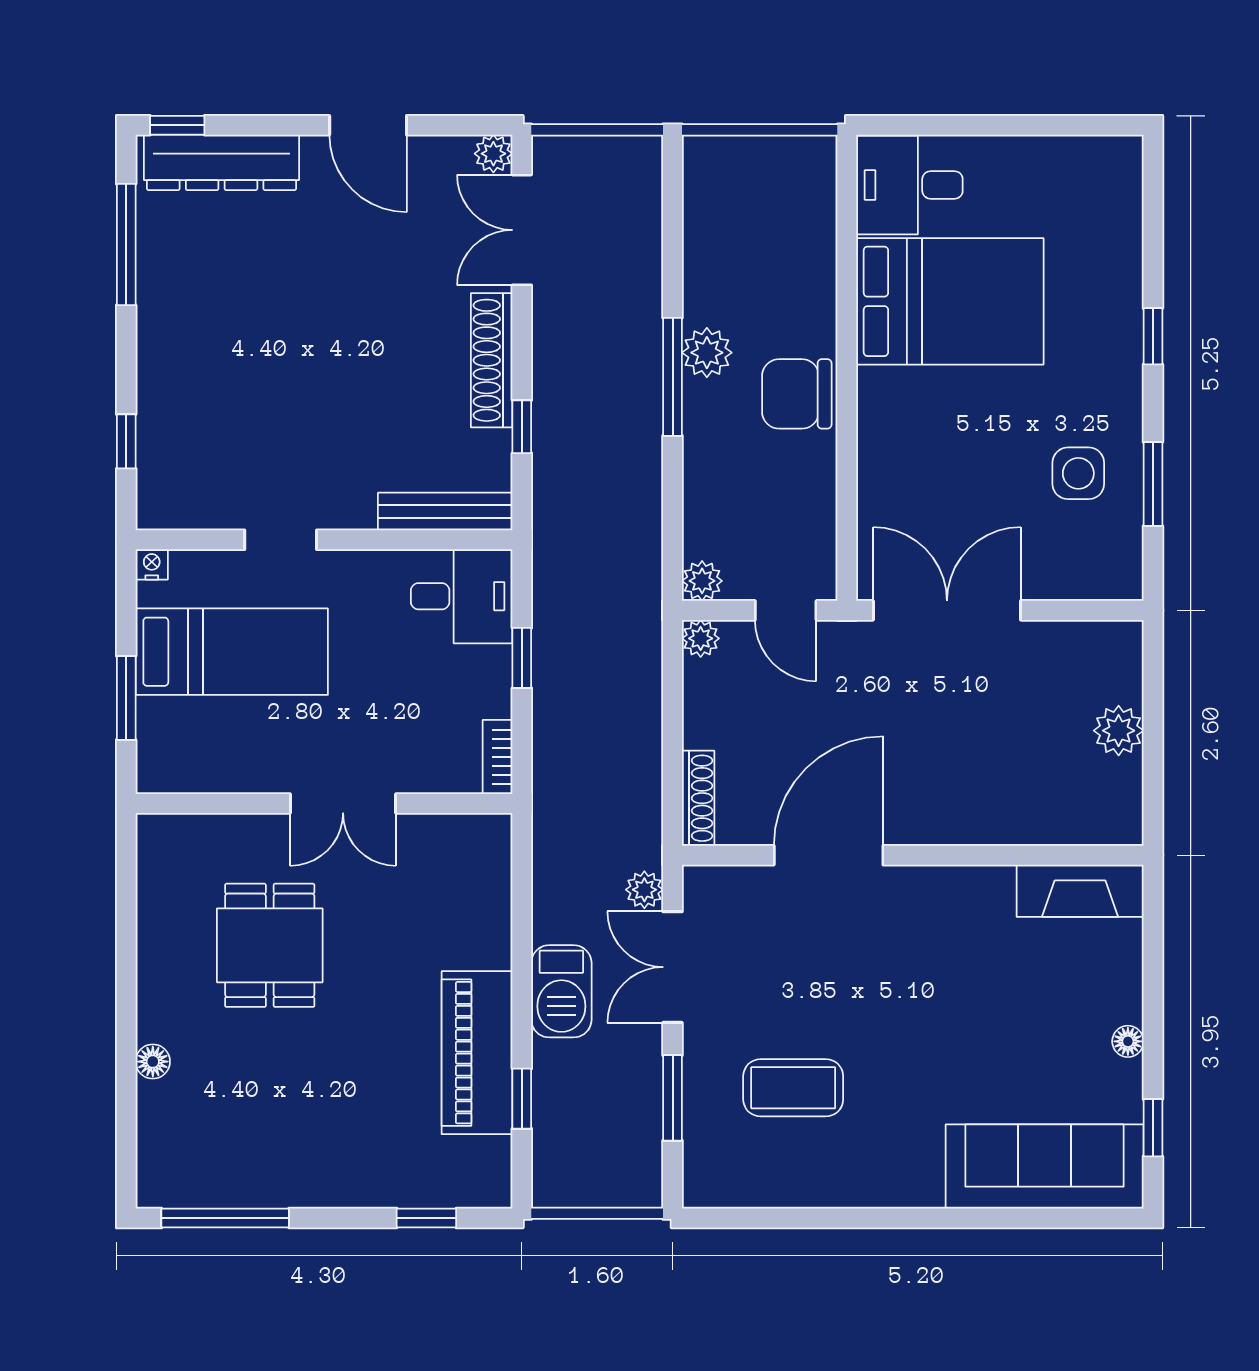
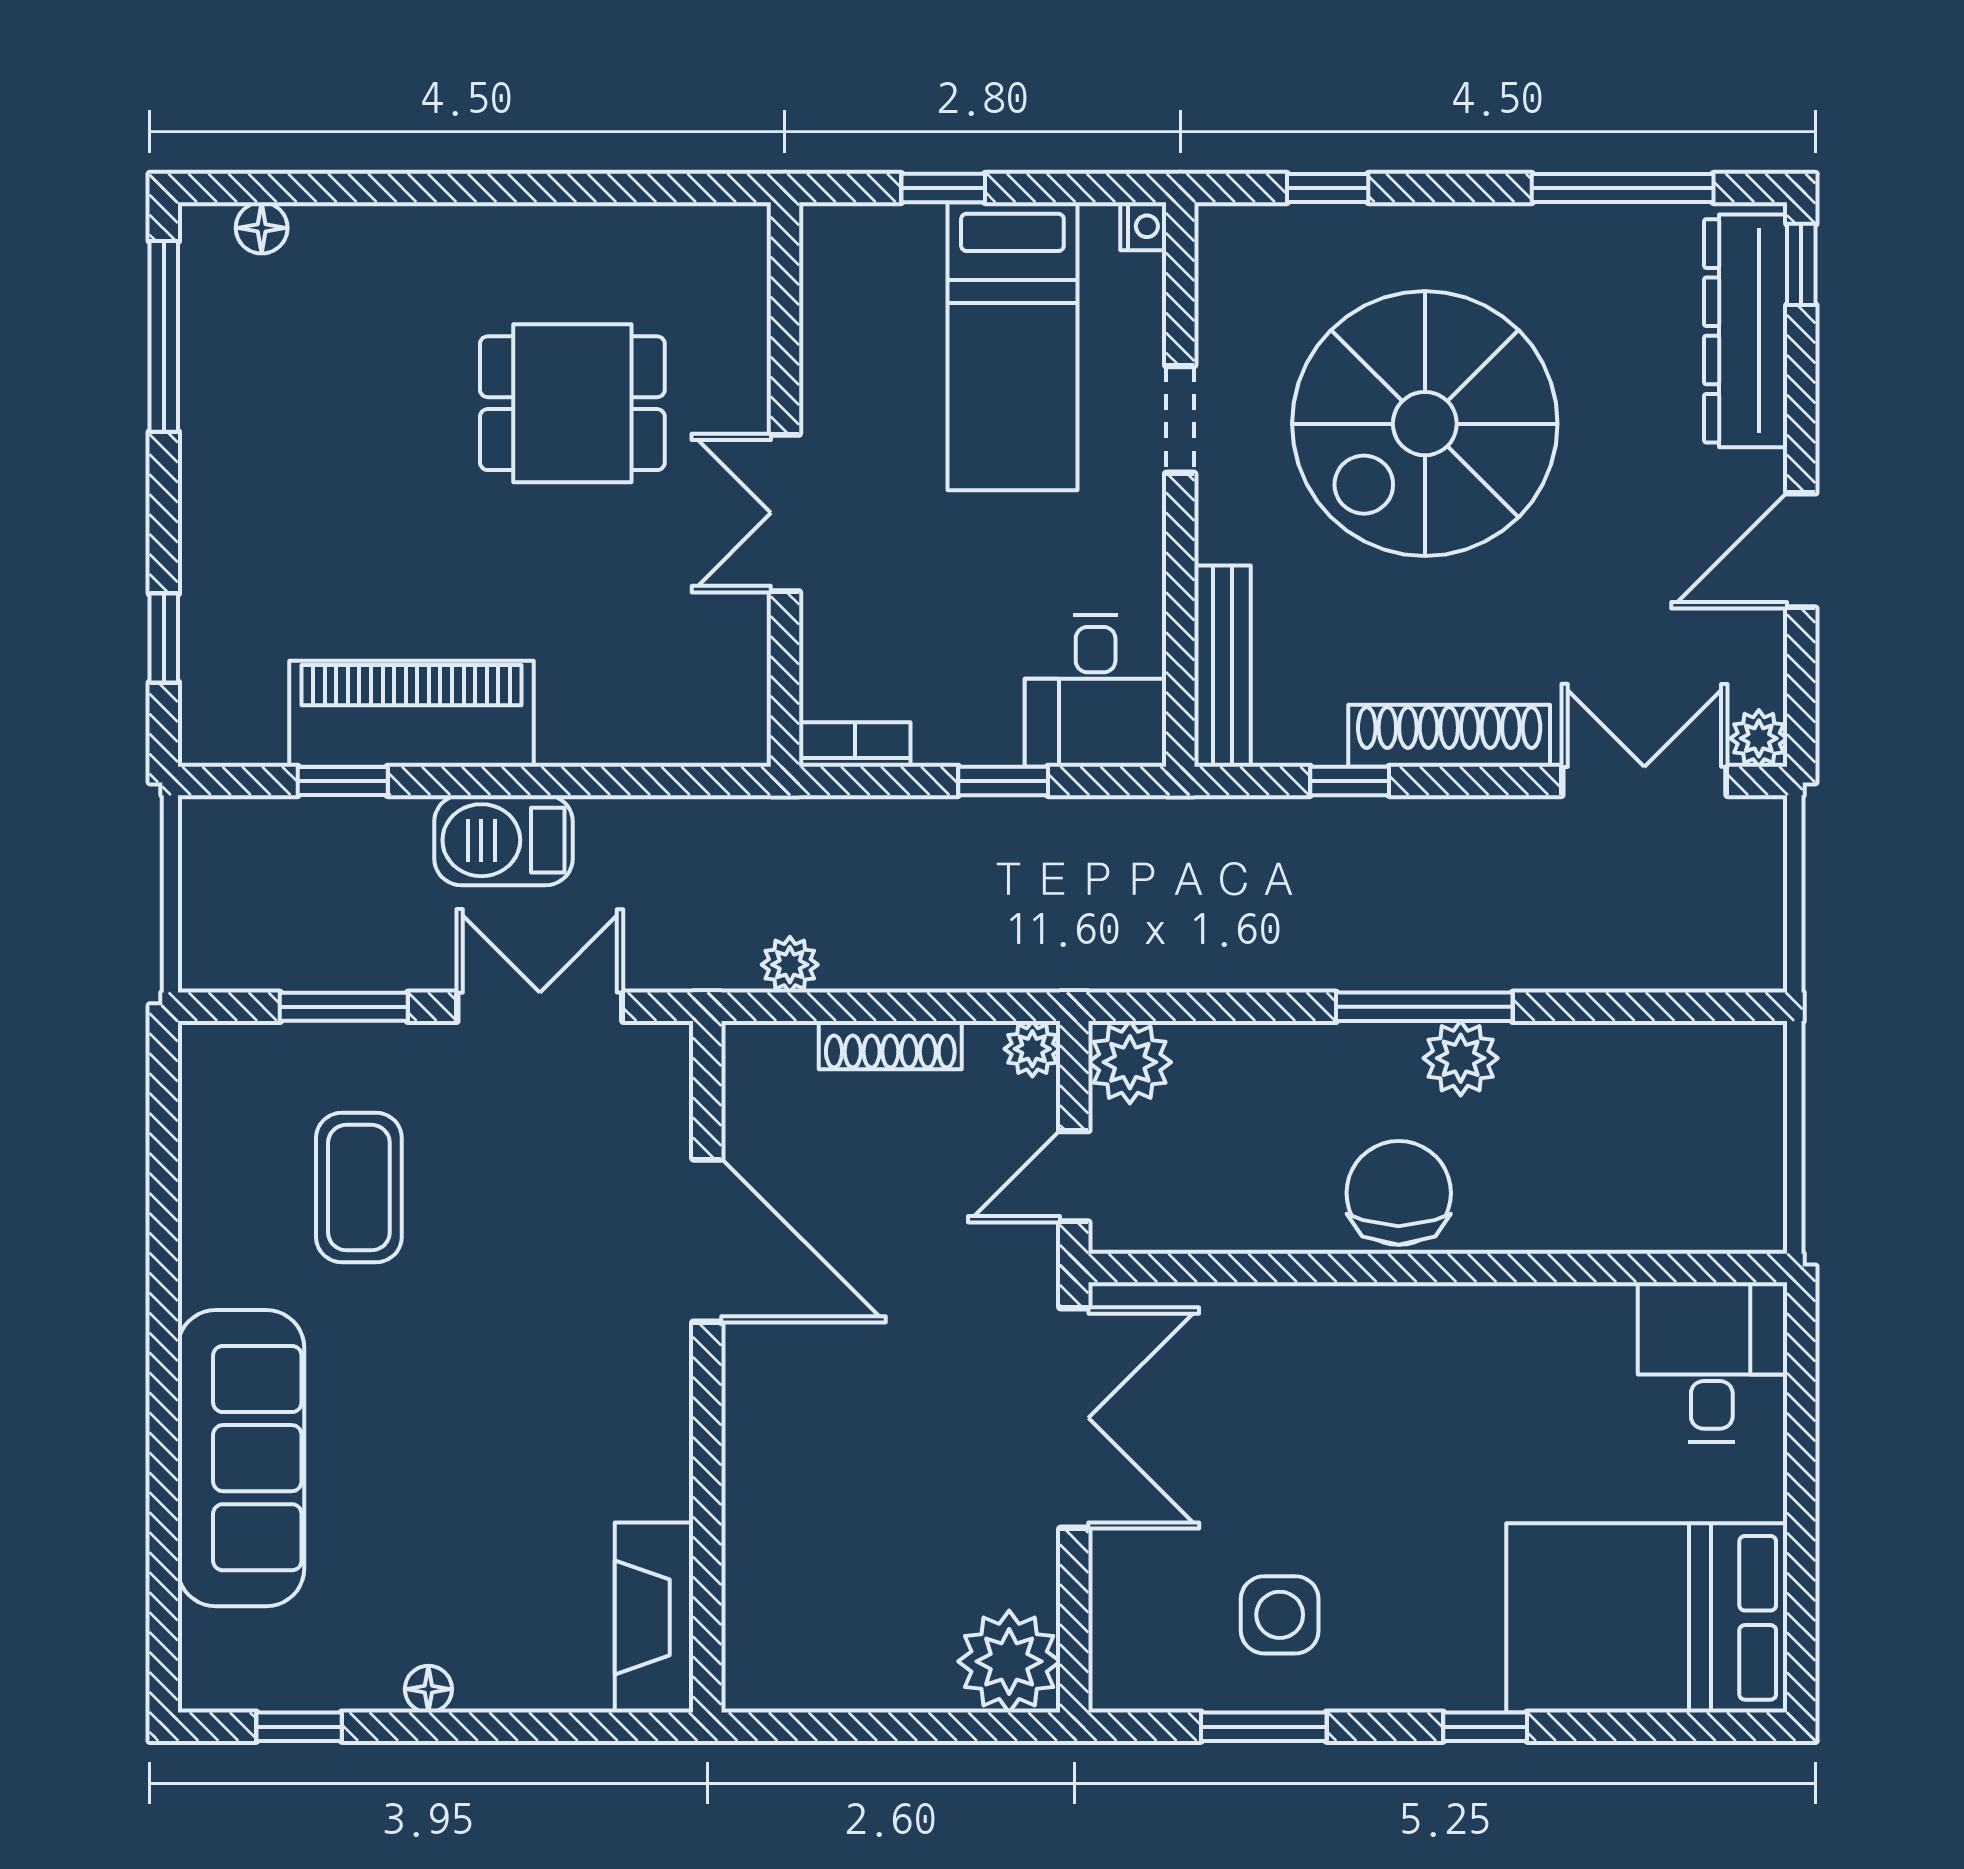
bed: (950, 301) -> (1647, 1618), moved, turned 90
spiral stairs: (283, 376) -> (1425, 424), added
plant: (702, 581) -> (1130, 1062), width x1.38, depth x1.38
window: (126, 698) -> (943, 188), width x0.67
plant: (1119, 731) -> (1009, 1661), moved, width x1.36, depth x1.36
shoe rack: (698, 798) -> (890, 1045), moved
plant: (644, 890) -> (790, 965), moved
floor lamp: (153, 1062) -> (262, 228), moved
sofa: (1045, 1166) -> (241, 1458), moved

